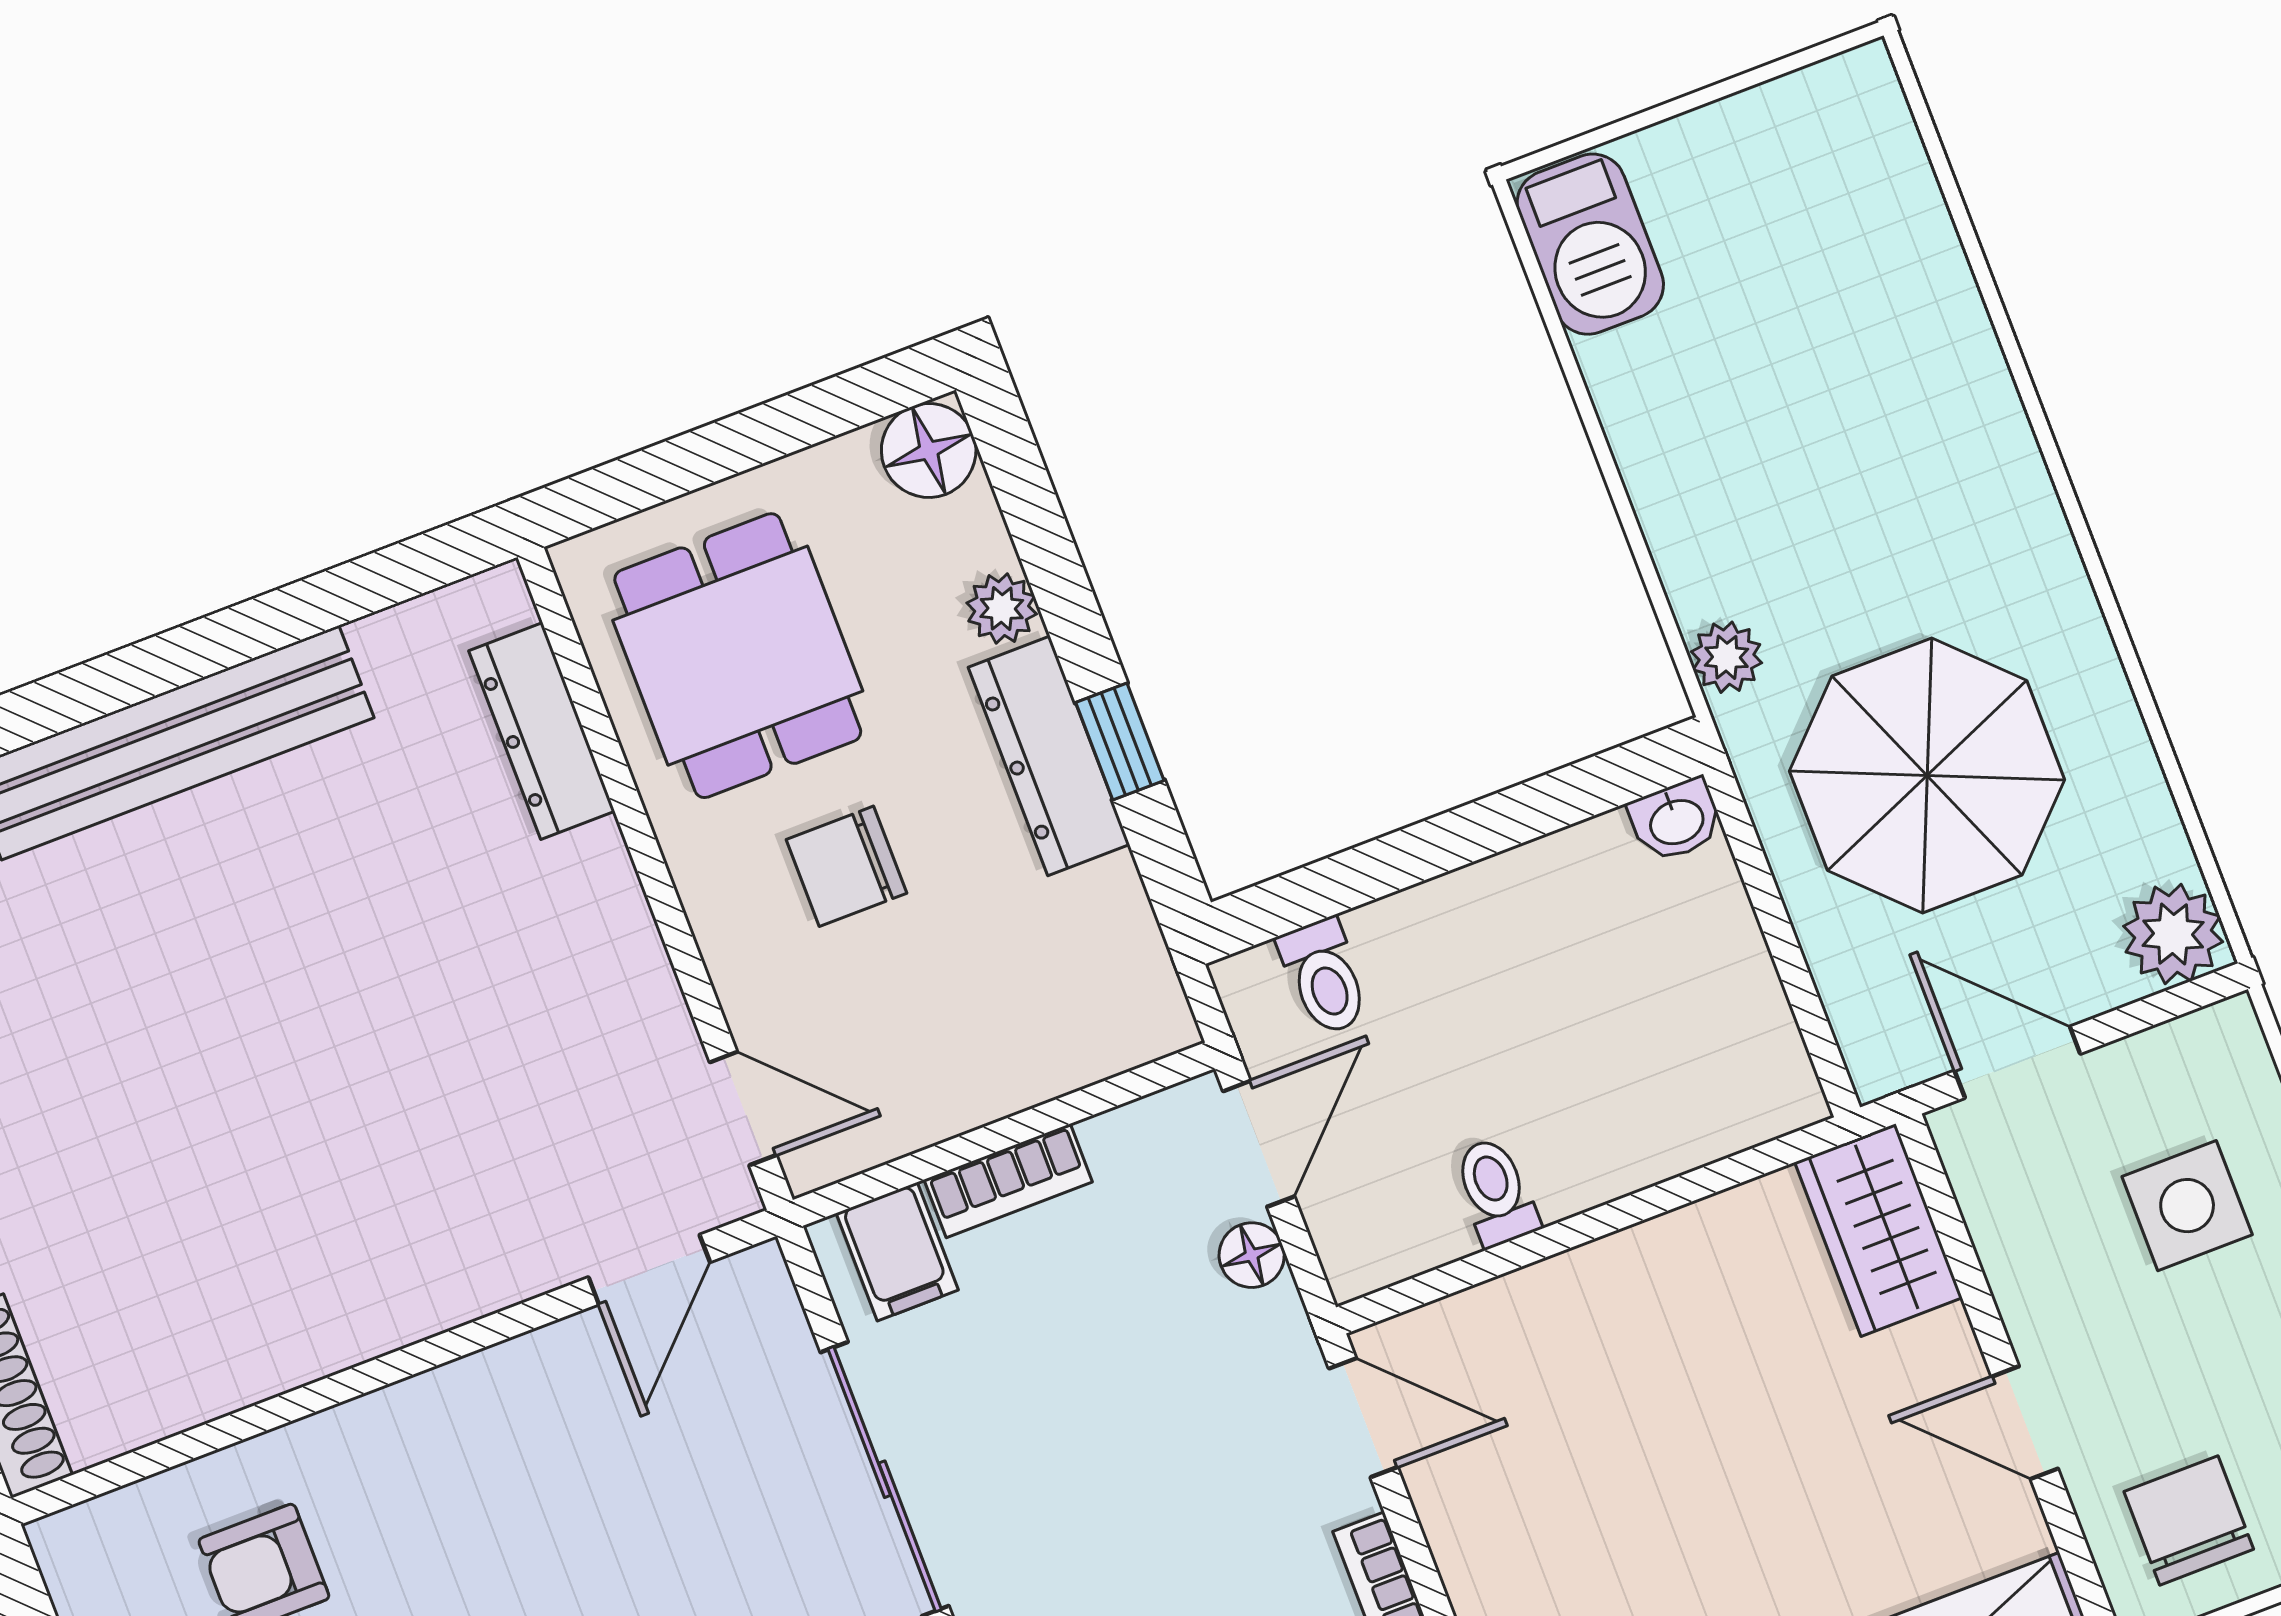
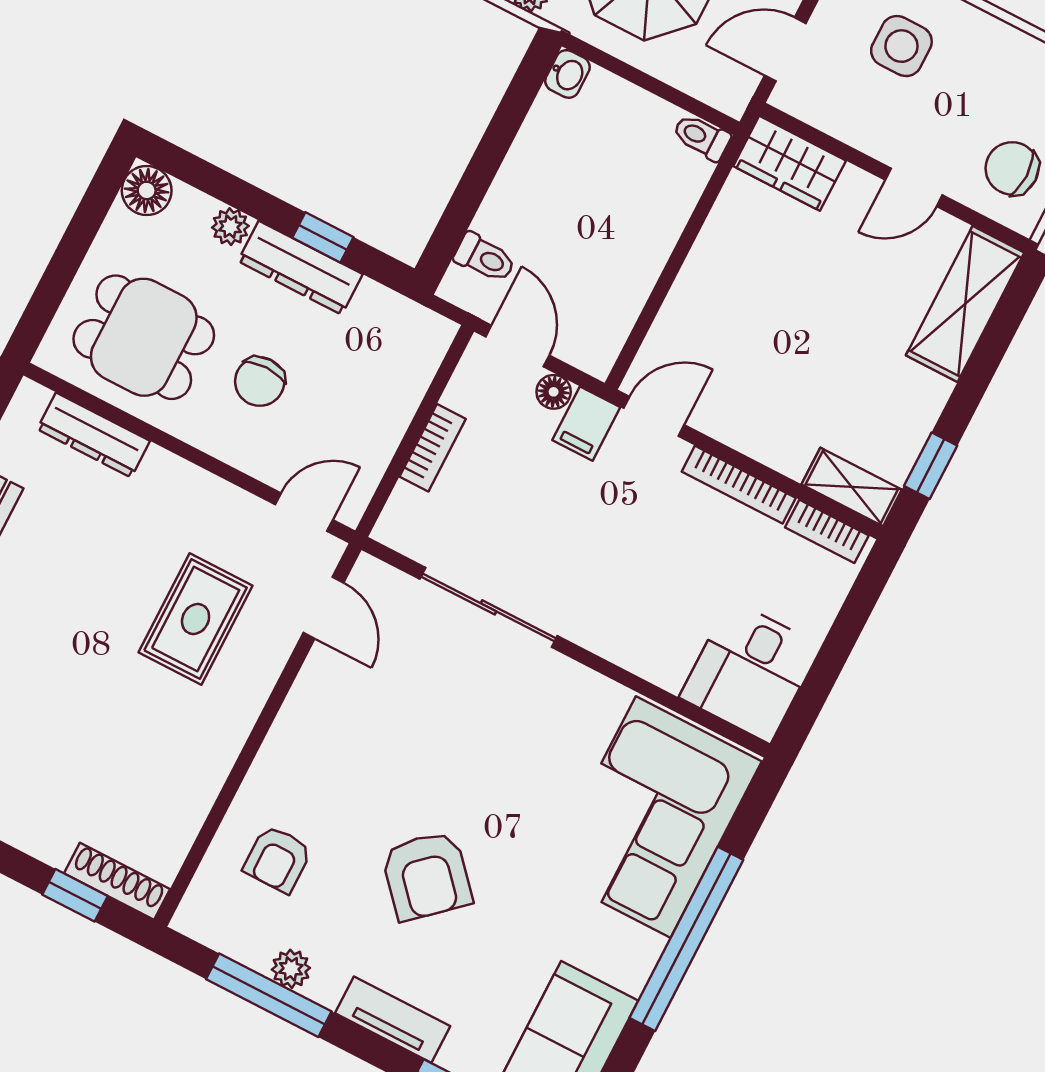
rug: (453, 1123) -> (196, 619), added
toilet: (1496, 1192) -> (702, 137), moved
filing cabinet: (897, 1252) -> (586, 424), moved, turned 90

